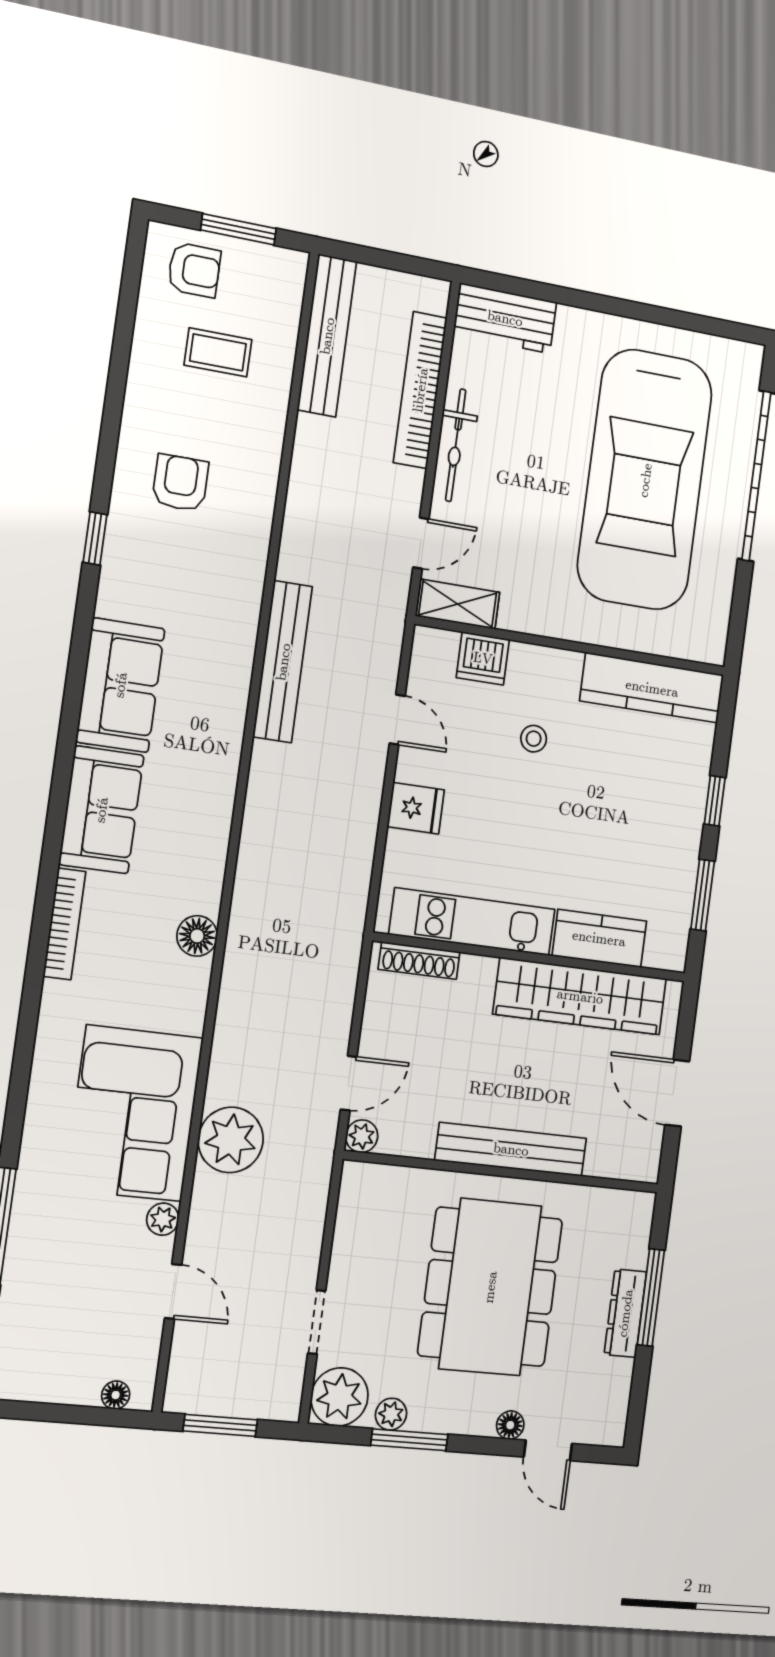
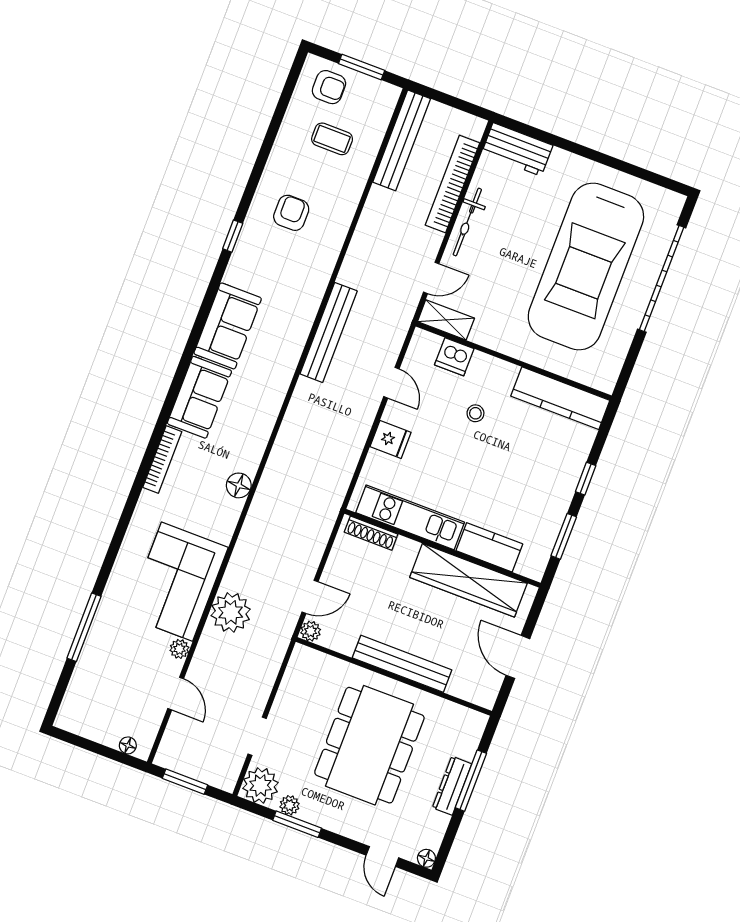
floor lamp: (510, 1425) -> (426, 858), moved

